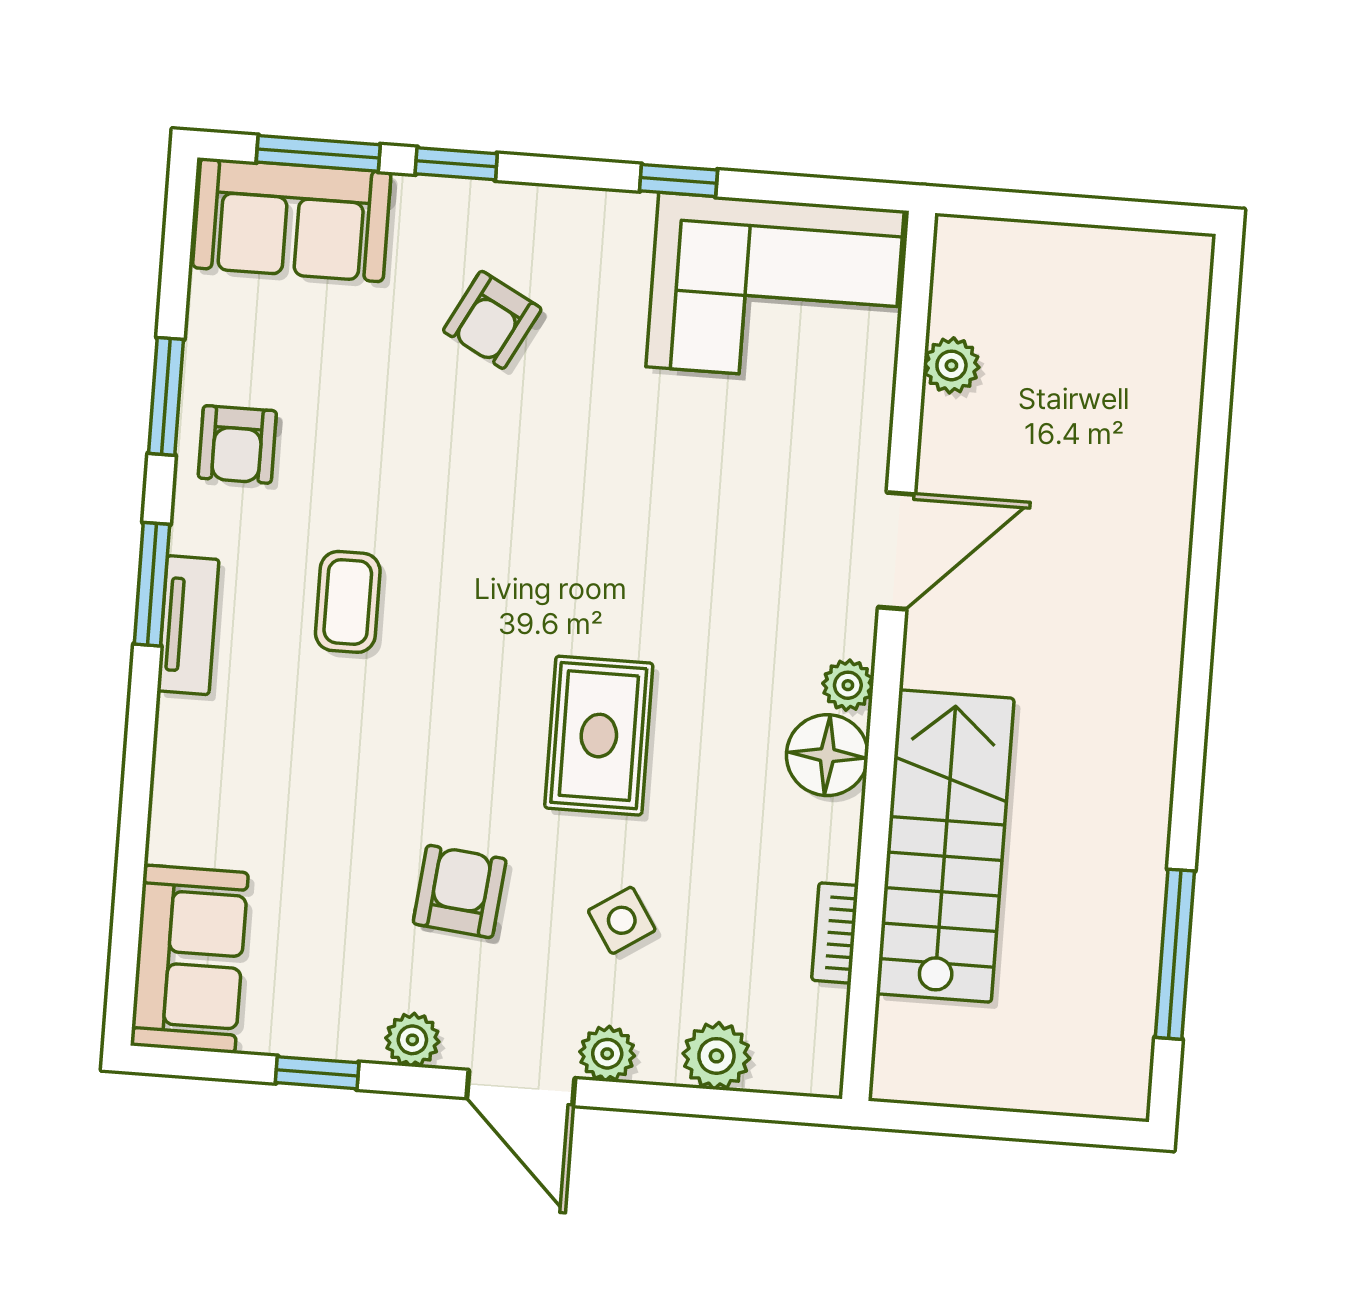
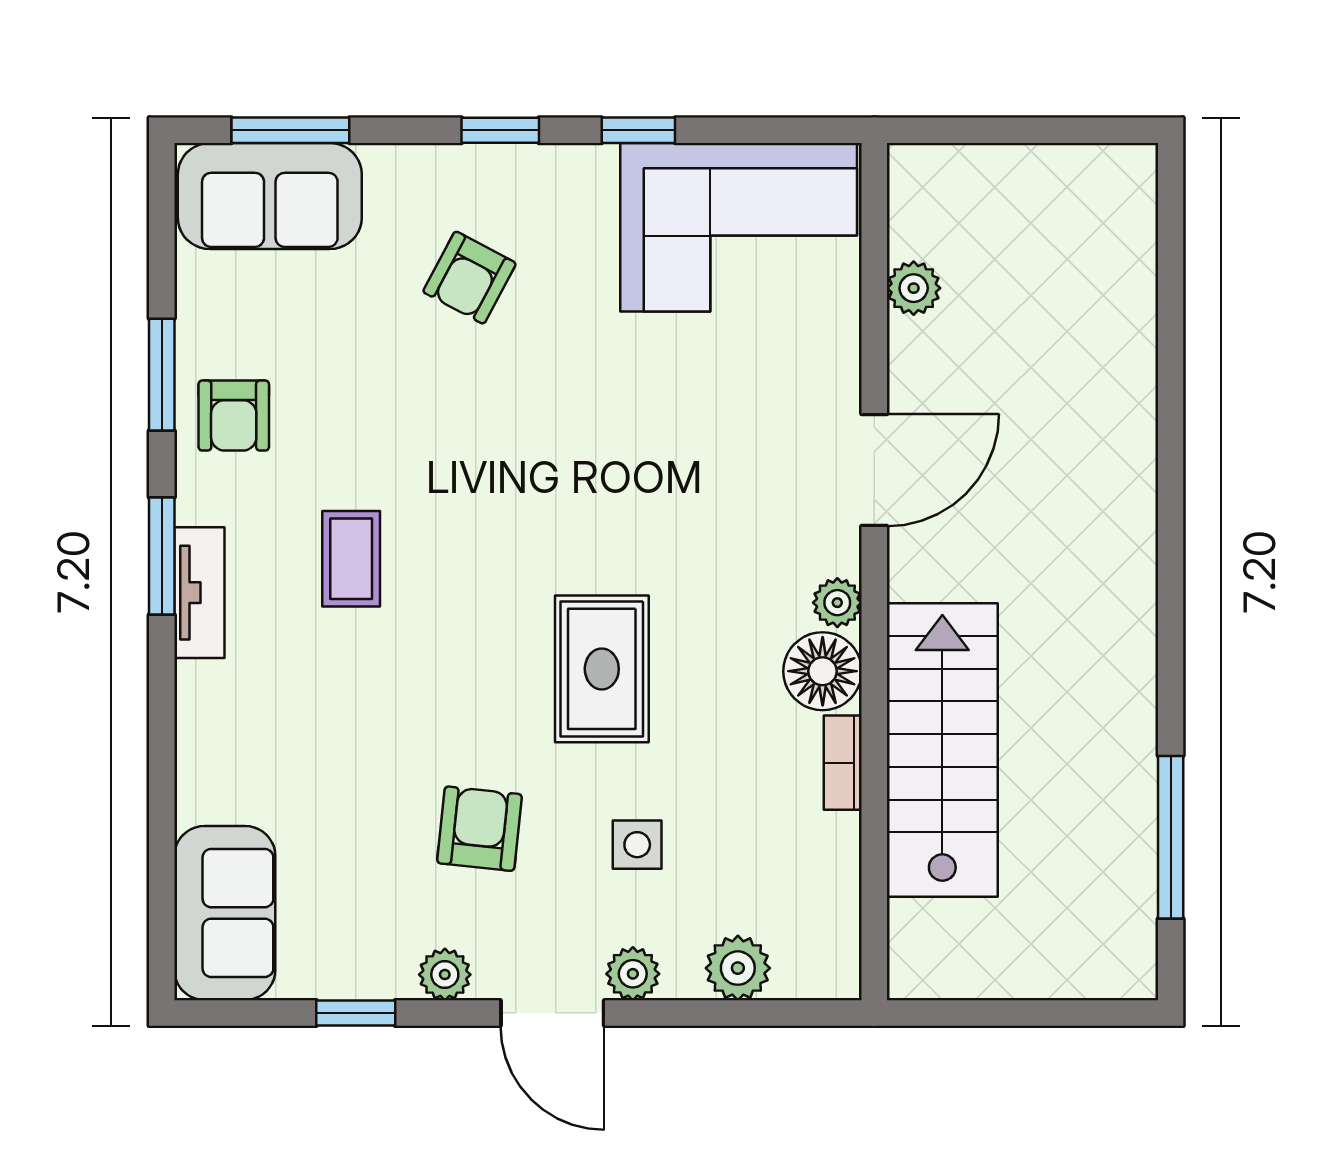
window: (456, 164) -> (500, 130), moved
side table: (622, 920) -> (637, 845), turned 33
bookcase: (835, 933) -> (843, 763), moved

